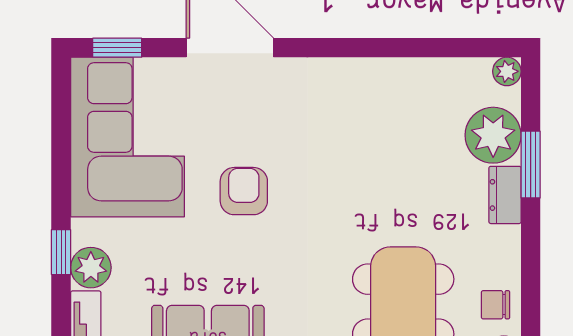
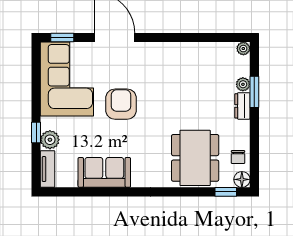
plant: (493, 135) -> (243, 84), width x0.53, depth x0.53
armchair: (244, 191) -> (121, 104), width x1.38, depth x1.38
chair: (495, 305) -> (238, 157), turned -90

